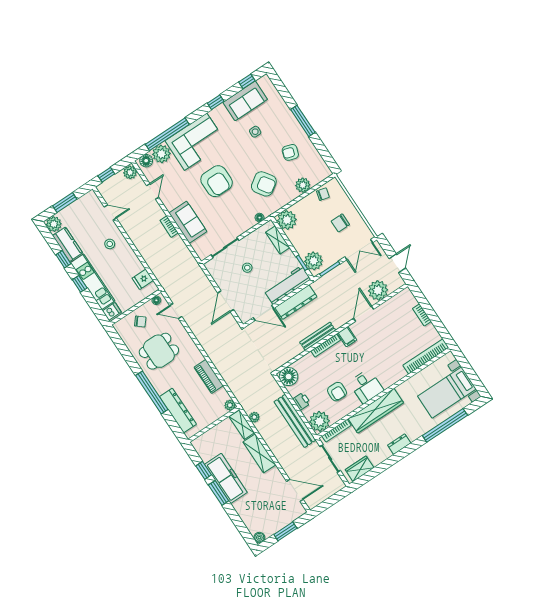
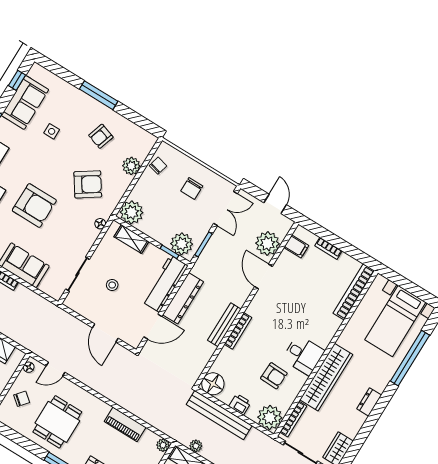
filing cabinet: (347, 337) -> (296, 246), moved
bench: (295, 421) -> (219, 415), moved

